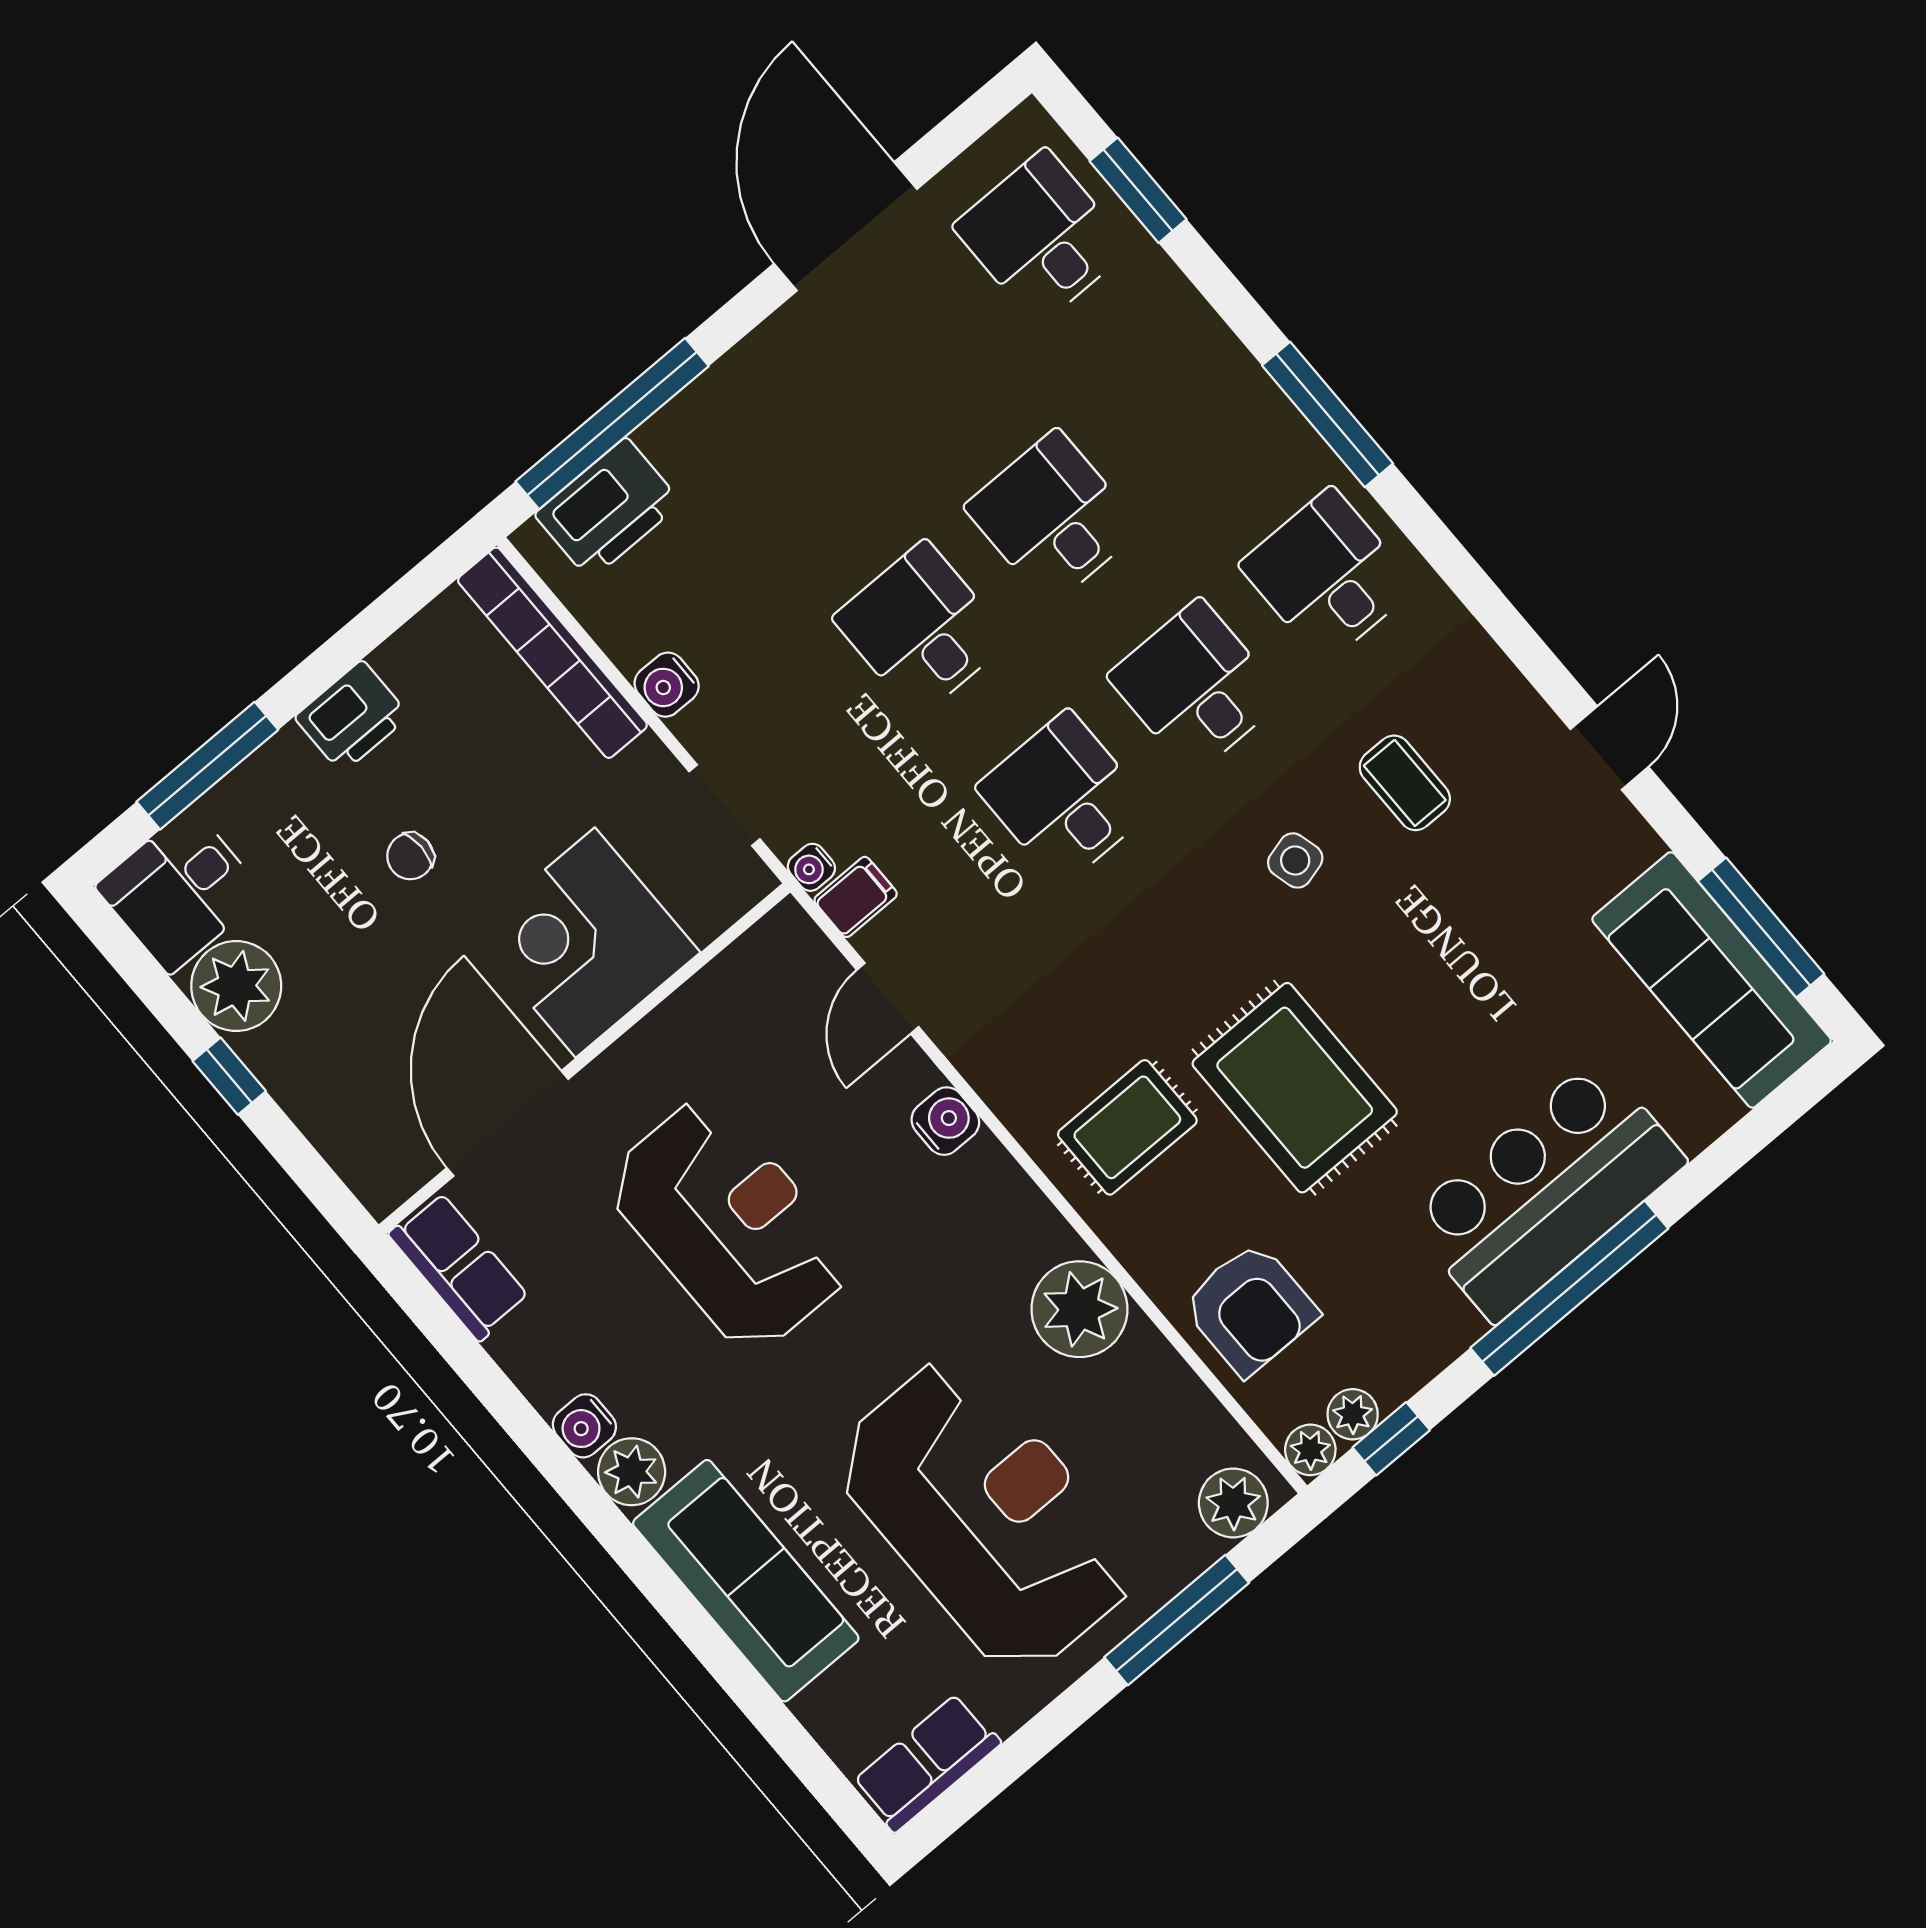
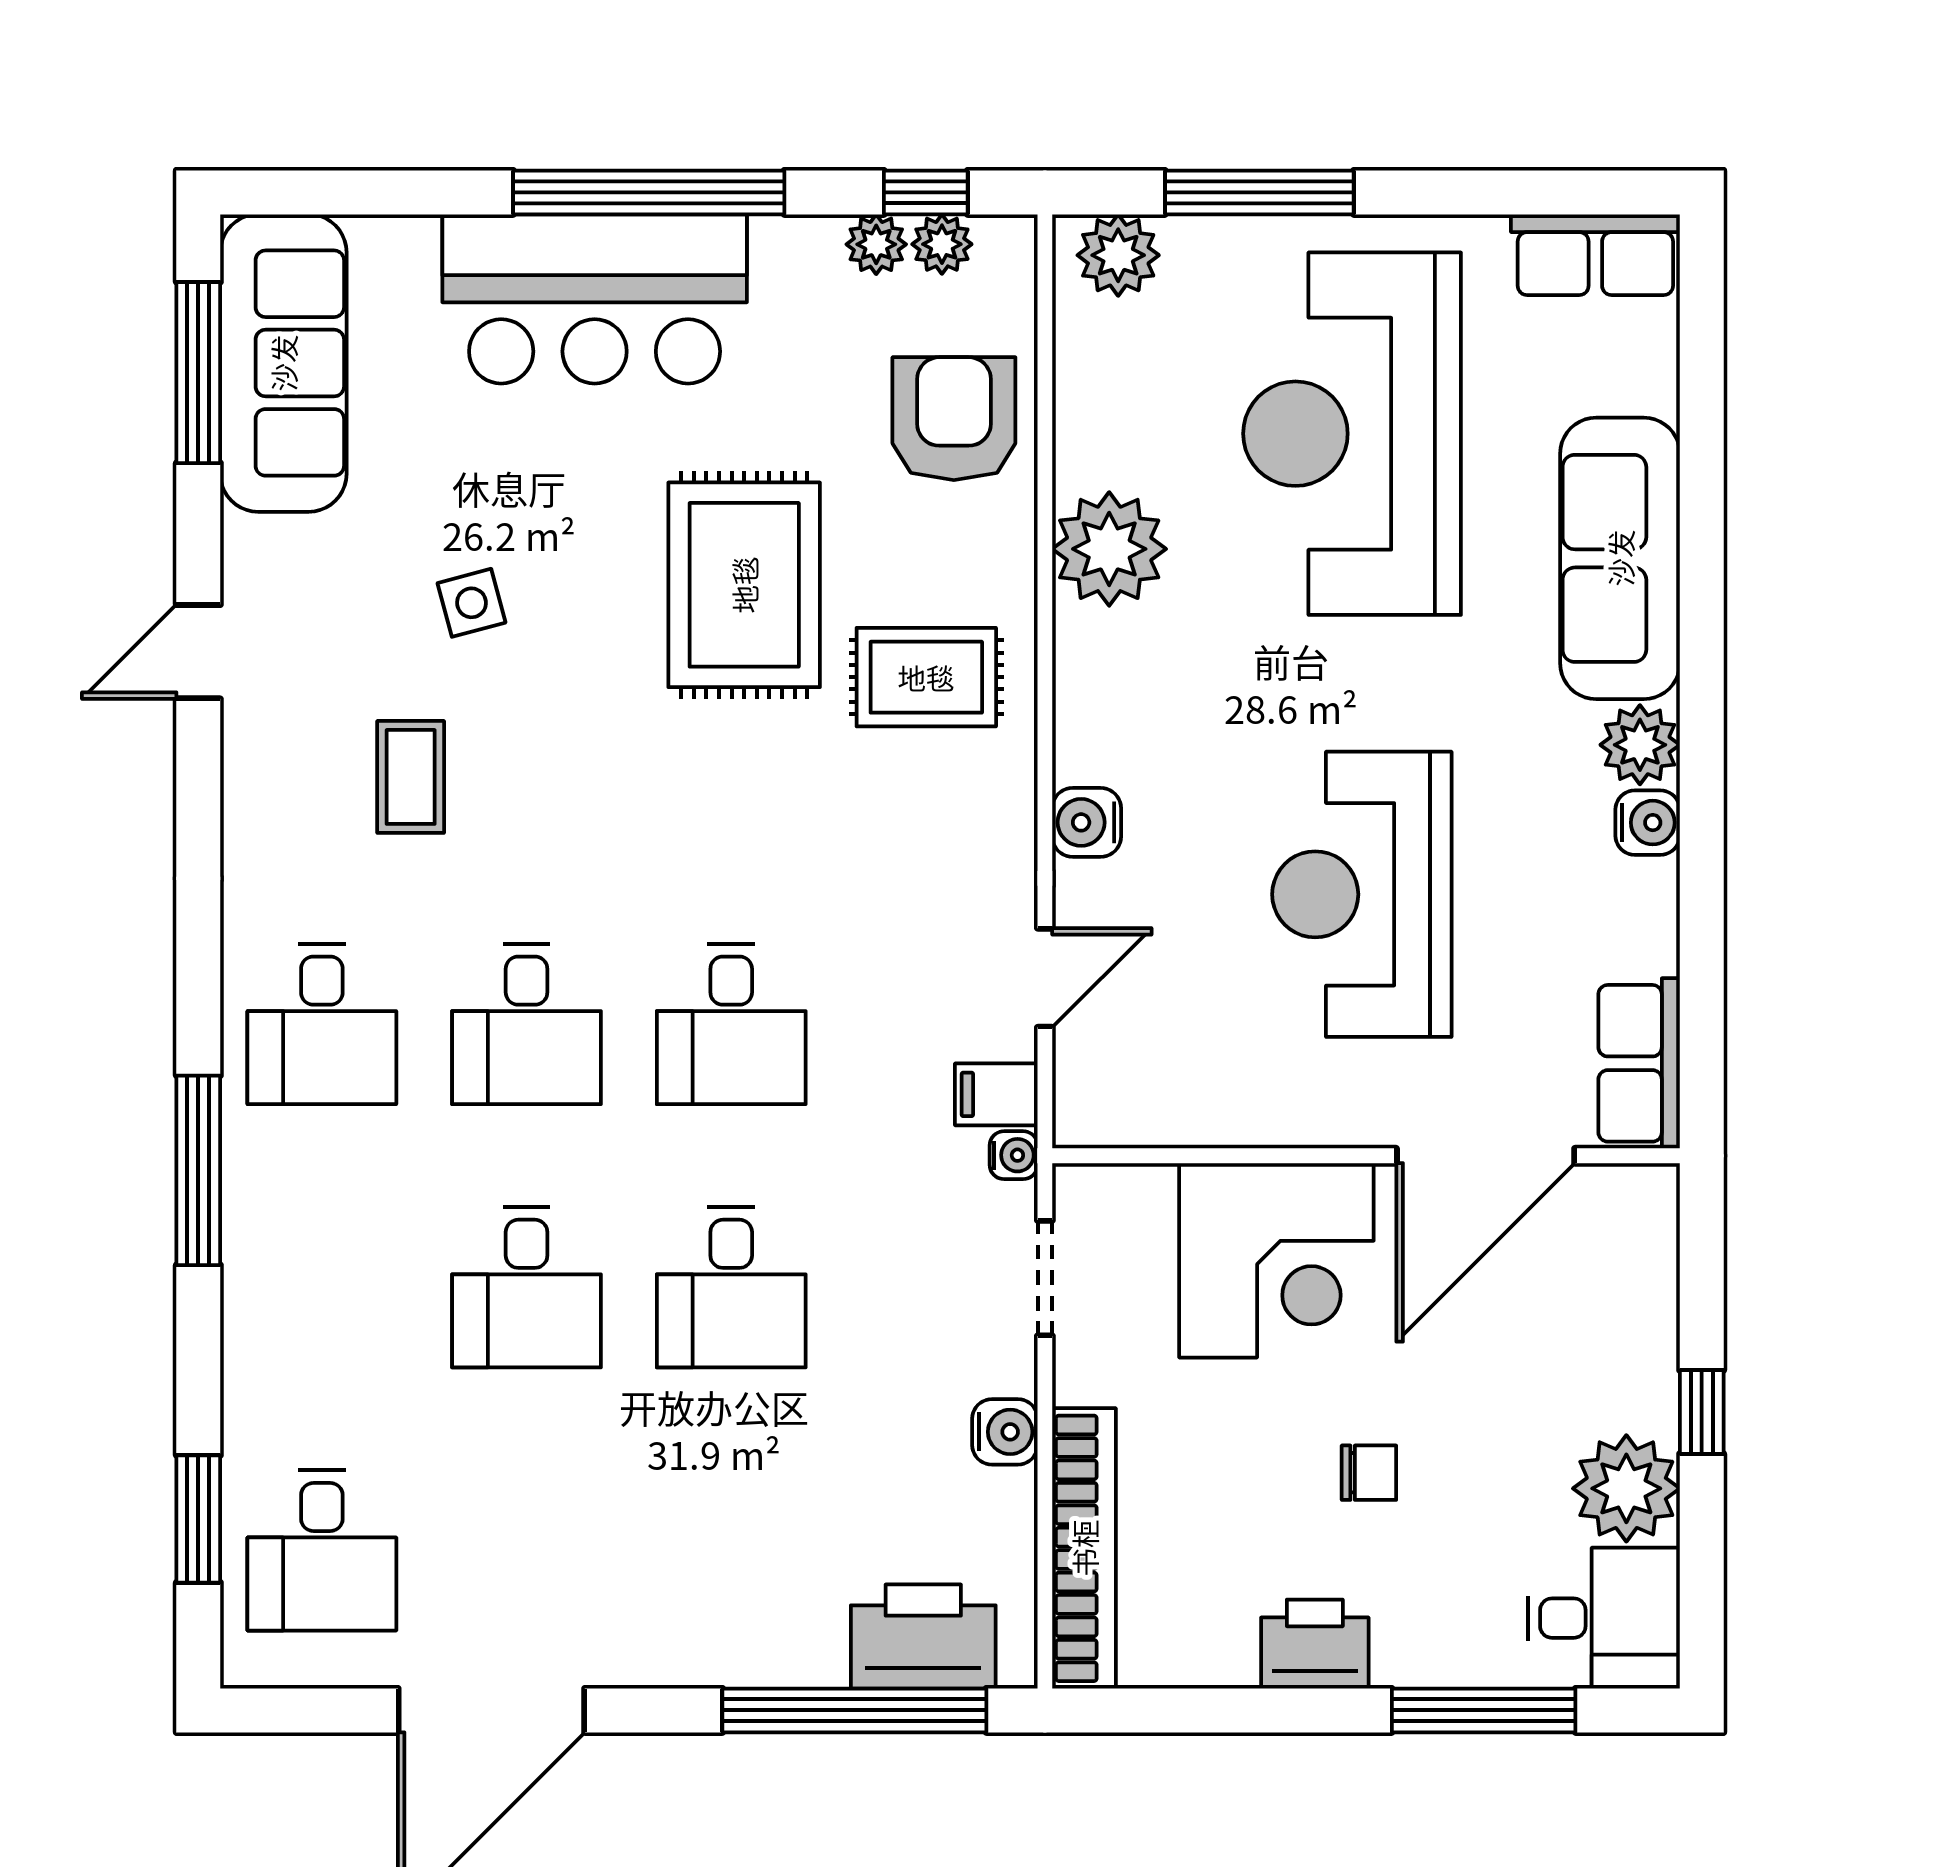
side table: (1295, 860) -> (471, 603), moved
plant: (1310, 1450) -> (876, 244), moved

